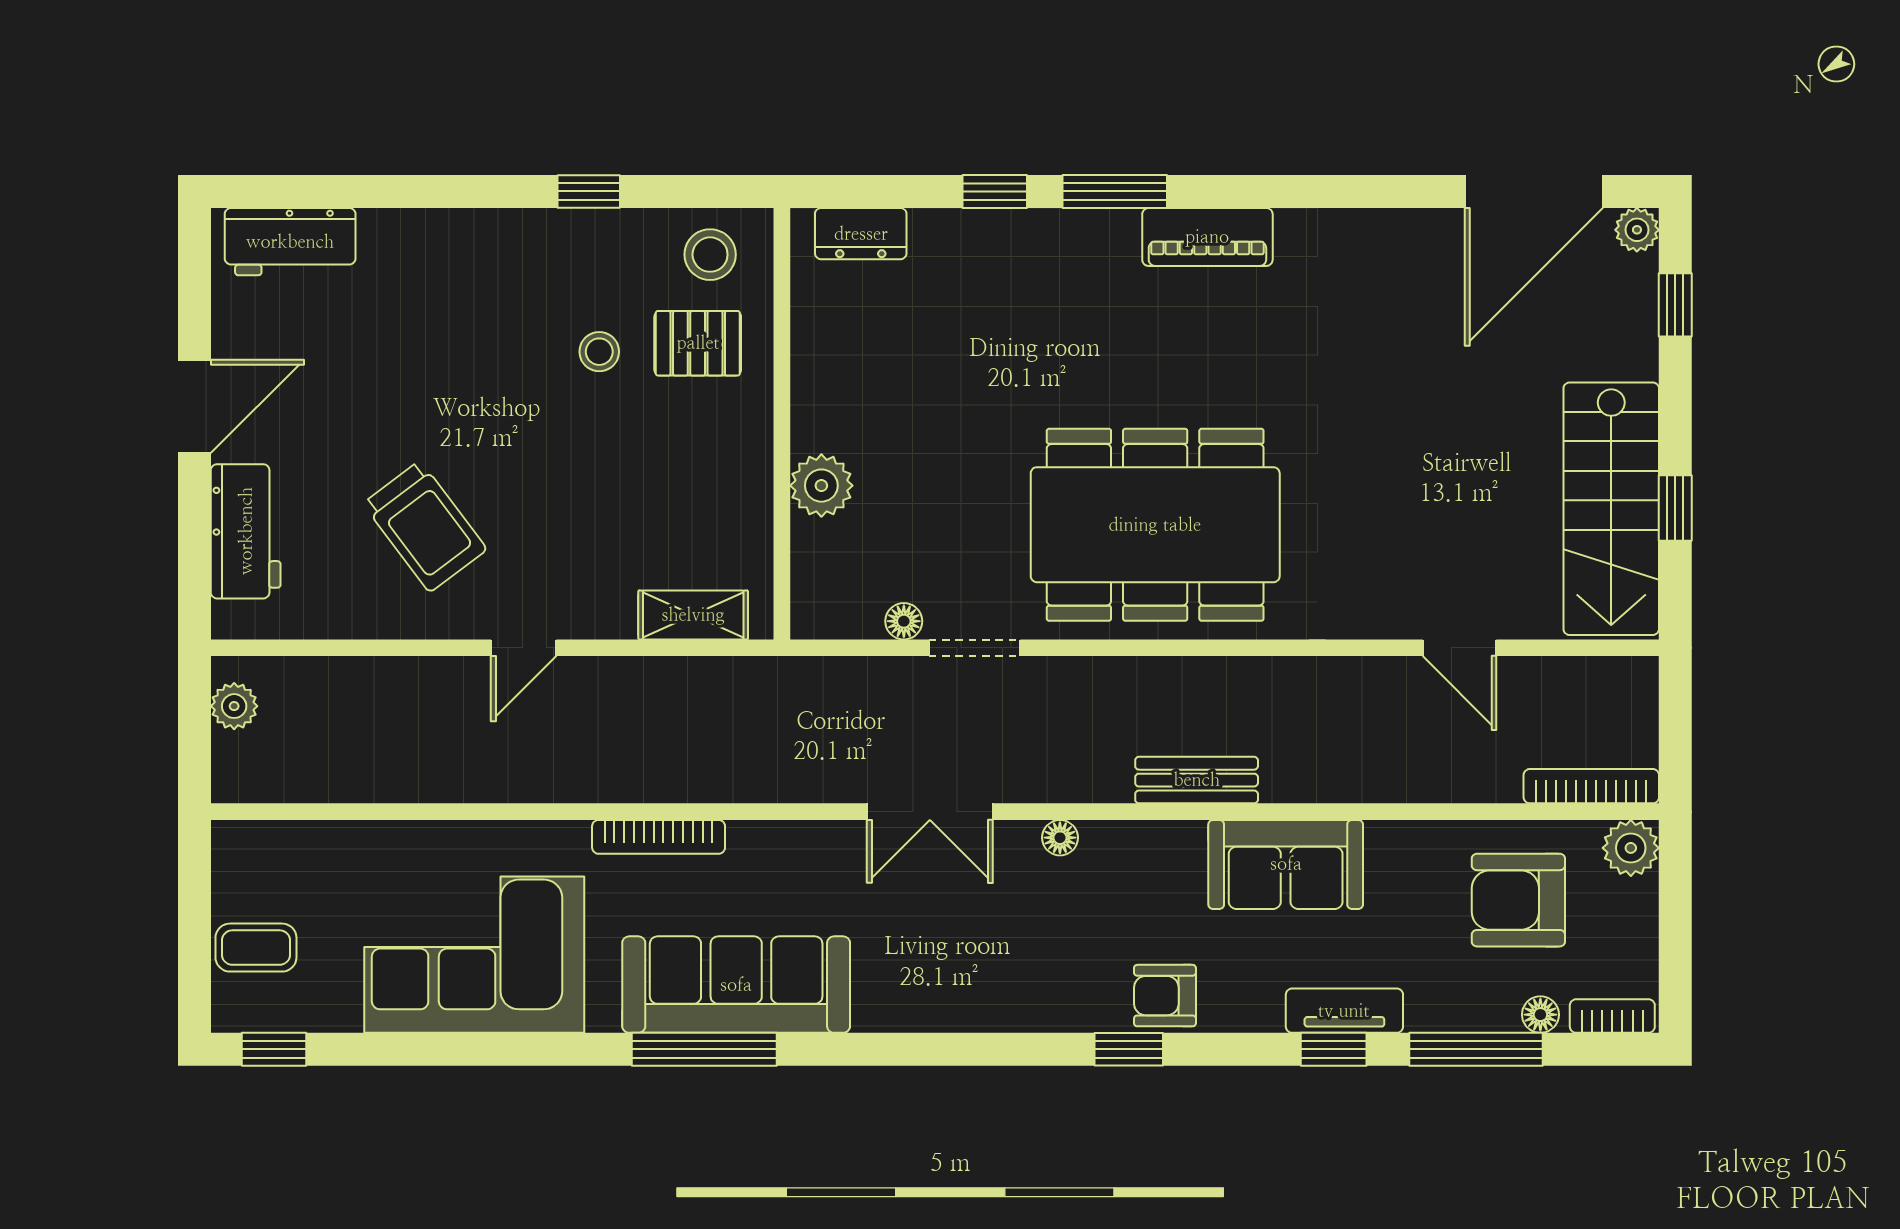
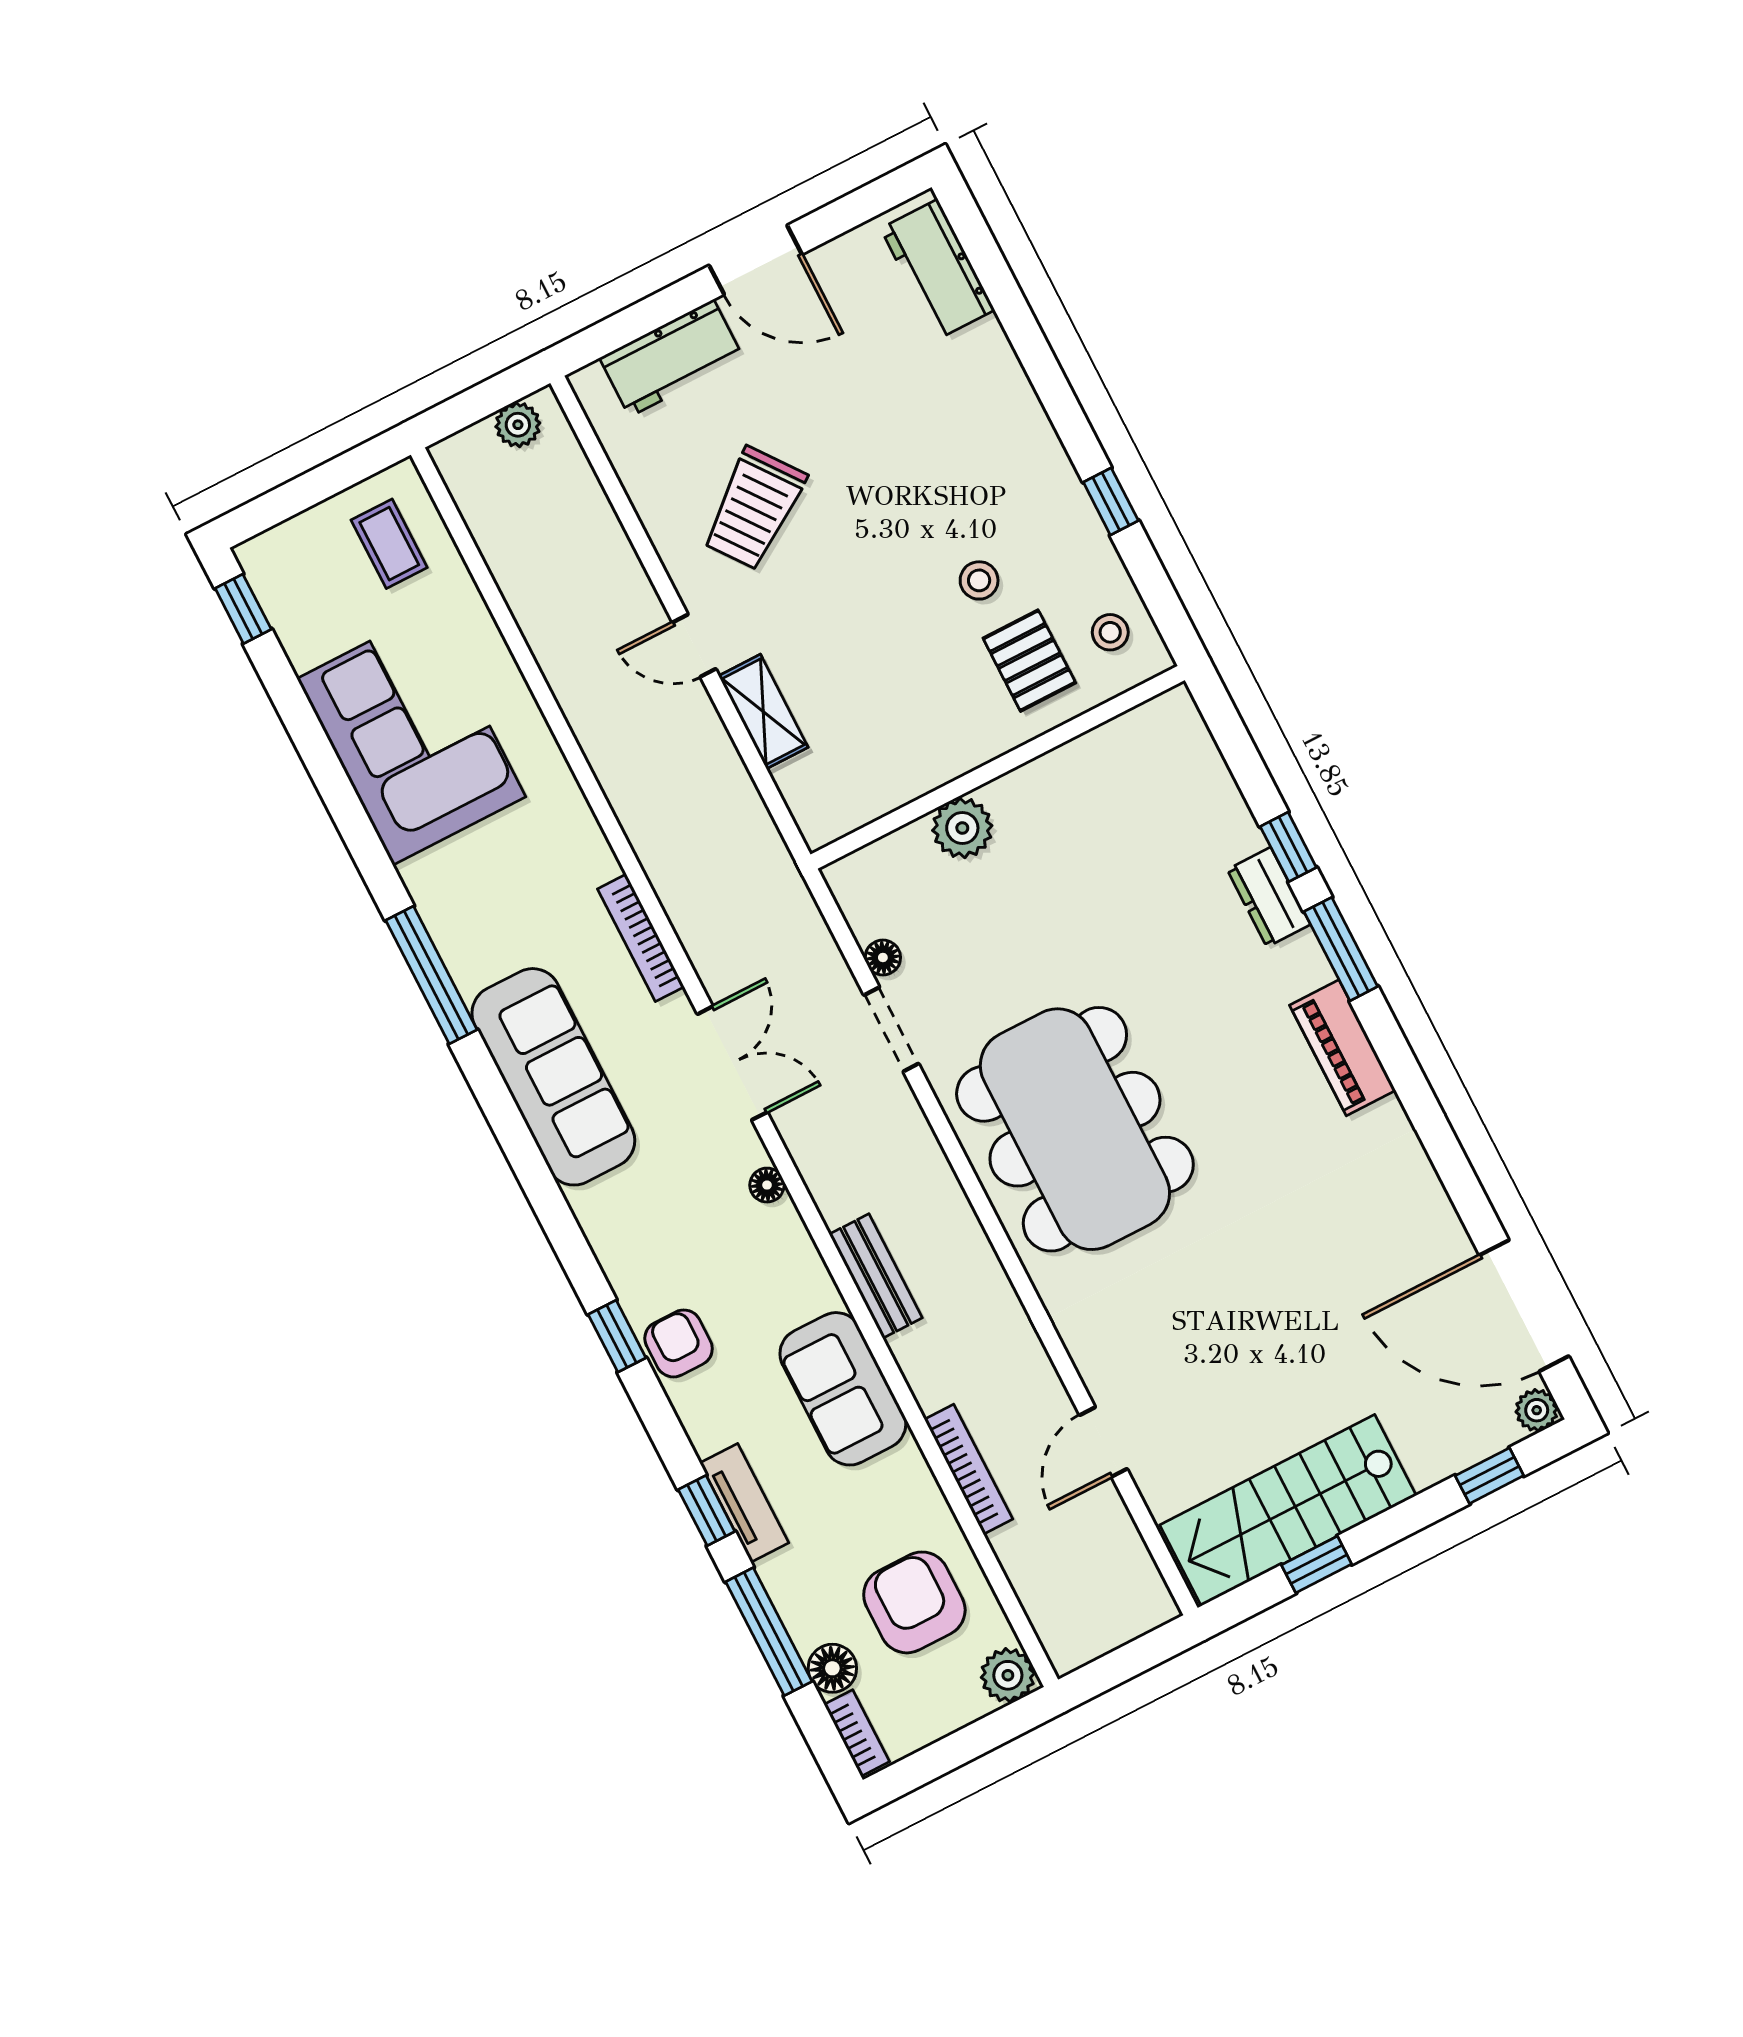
dresser: (861, 234) -> (1269, 897), moved
stool: (710, 255) -> (1110, 632), width x0.73, depth x0.73
shelving: (693, 615) -> (763, 712), moved
bookcase: (1591, 786) -> (968, 1469), moved
double door: (930, 812) -> (732, 1063), swing flipped
bookcase: (659, 837) -> (641, 938), moved
coffee table: (256, 948) -> (389, 544), moved
sofa: (736, 985) -> (553, 1077), moved
floor lamp: (1540, 1015) -> (832, 1668), width x1.37, depth x1.37

